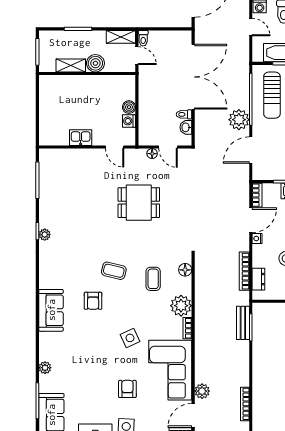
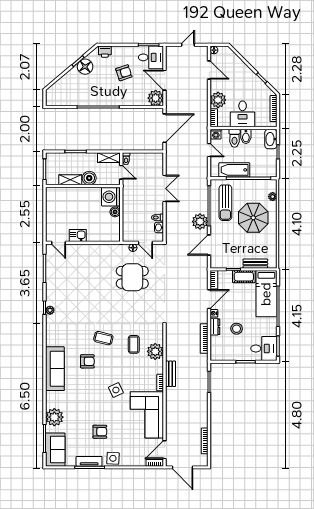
double door: (193, 77) -> (165, 188), width x0.54
washing machine: (129, 121) -> (111, 197), moved, width x1.89, depth x1.89
door: (115, 147) -> (58, 243), moved
dining table: (139, 203) -> (132, 277), moved
floor lamp: (185, 270) -> (158, 337), removed
dresser: (258, 279) -> (215, 327), moved
armchair: (93, 301) -> (87, 361), turned -90
plant: (181, 306) -> (155, 351), moved
sofa: (51, 310) -> (55, 369), width x1.36
bench: (243, 323) -> (171, 374), moved
plant: (45, 368) -> (54, 417), width x1.87, depth x1.87
armchair: (127, 389) -> (100, 432), moved, turned 90
plant: (202, 391) -> (171, 431), removed

